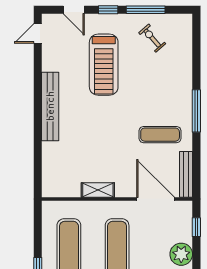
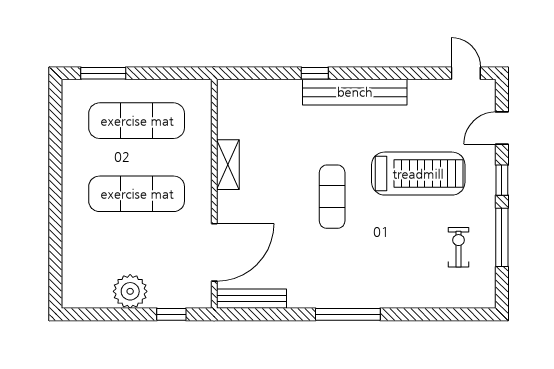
exercise bike: (152, 38) -> (459, 247), turned -49
treadmill: (104, 65) -> (418, 174), turned 180
window: (38, 133) -> (315, 73), added
exercise mat: (160, 135) -> (332, 197), moved

